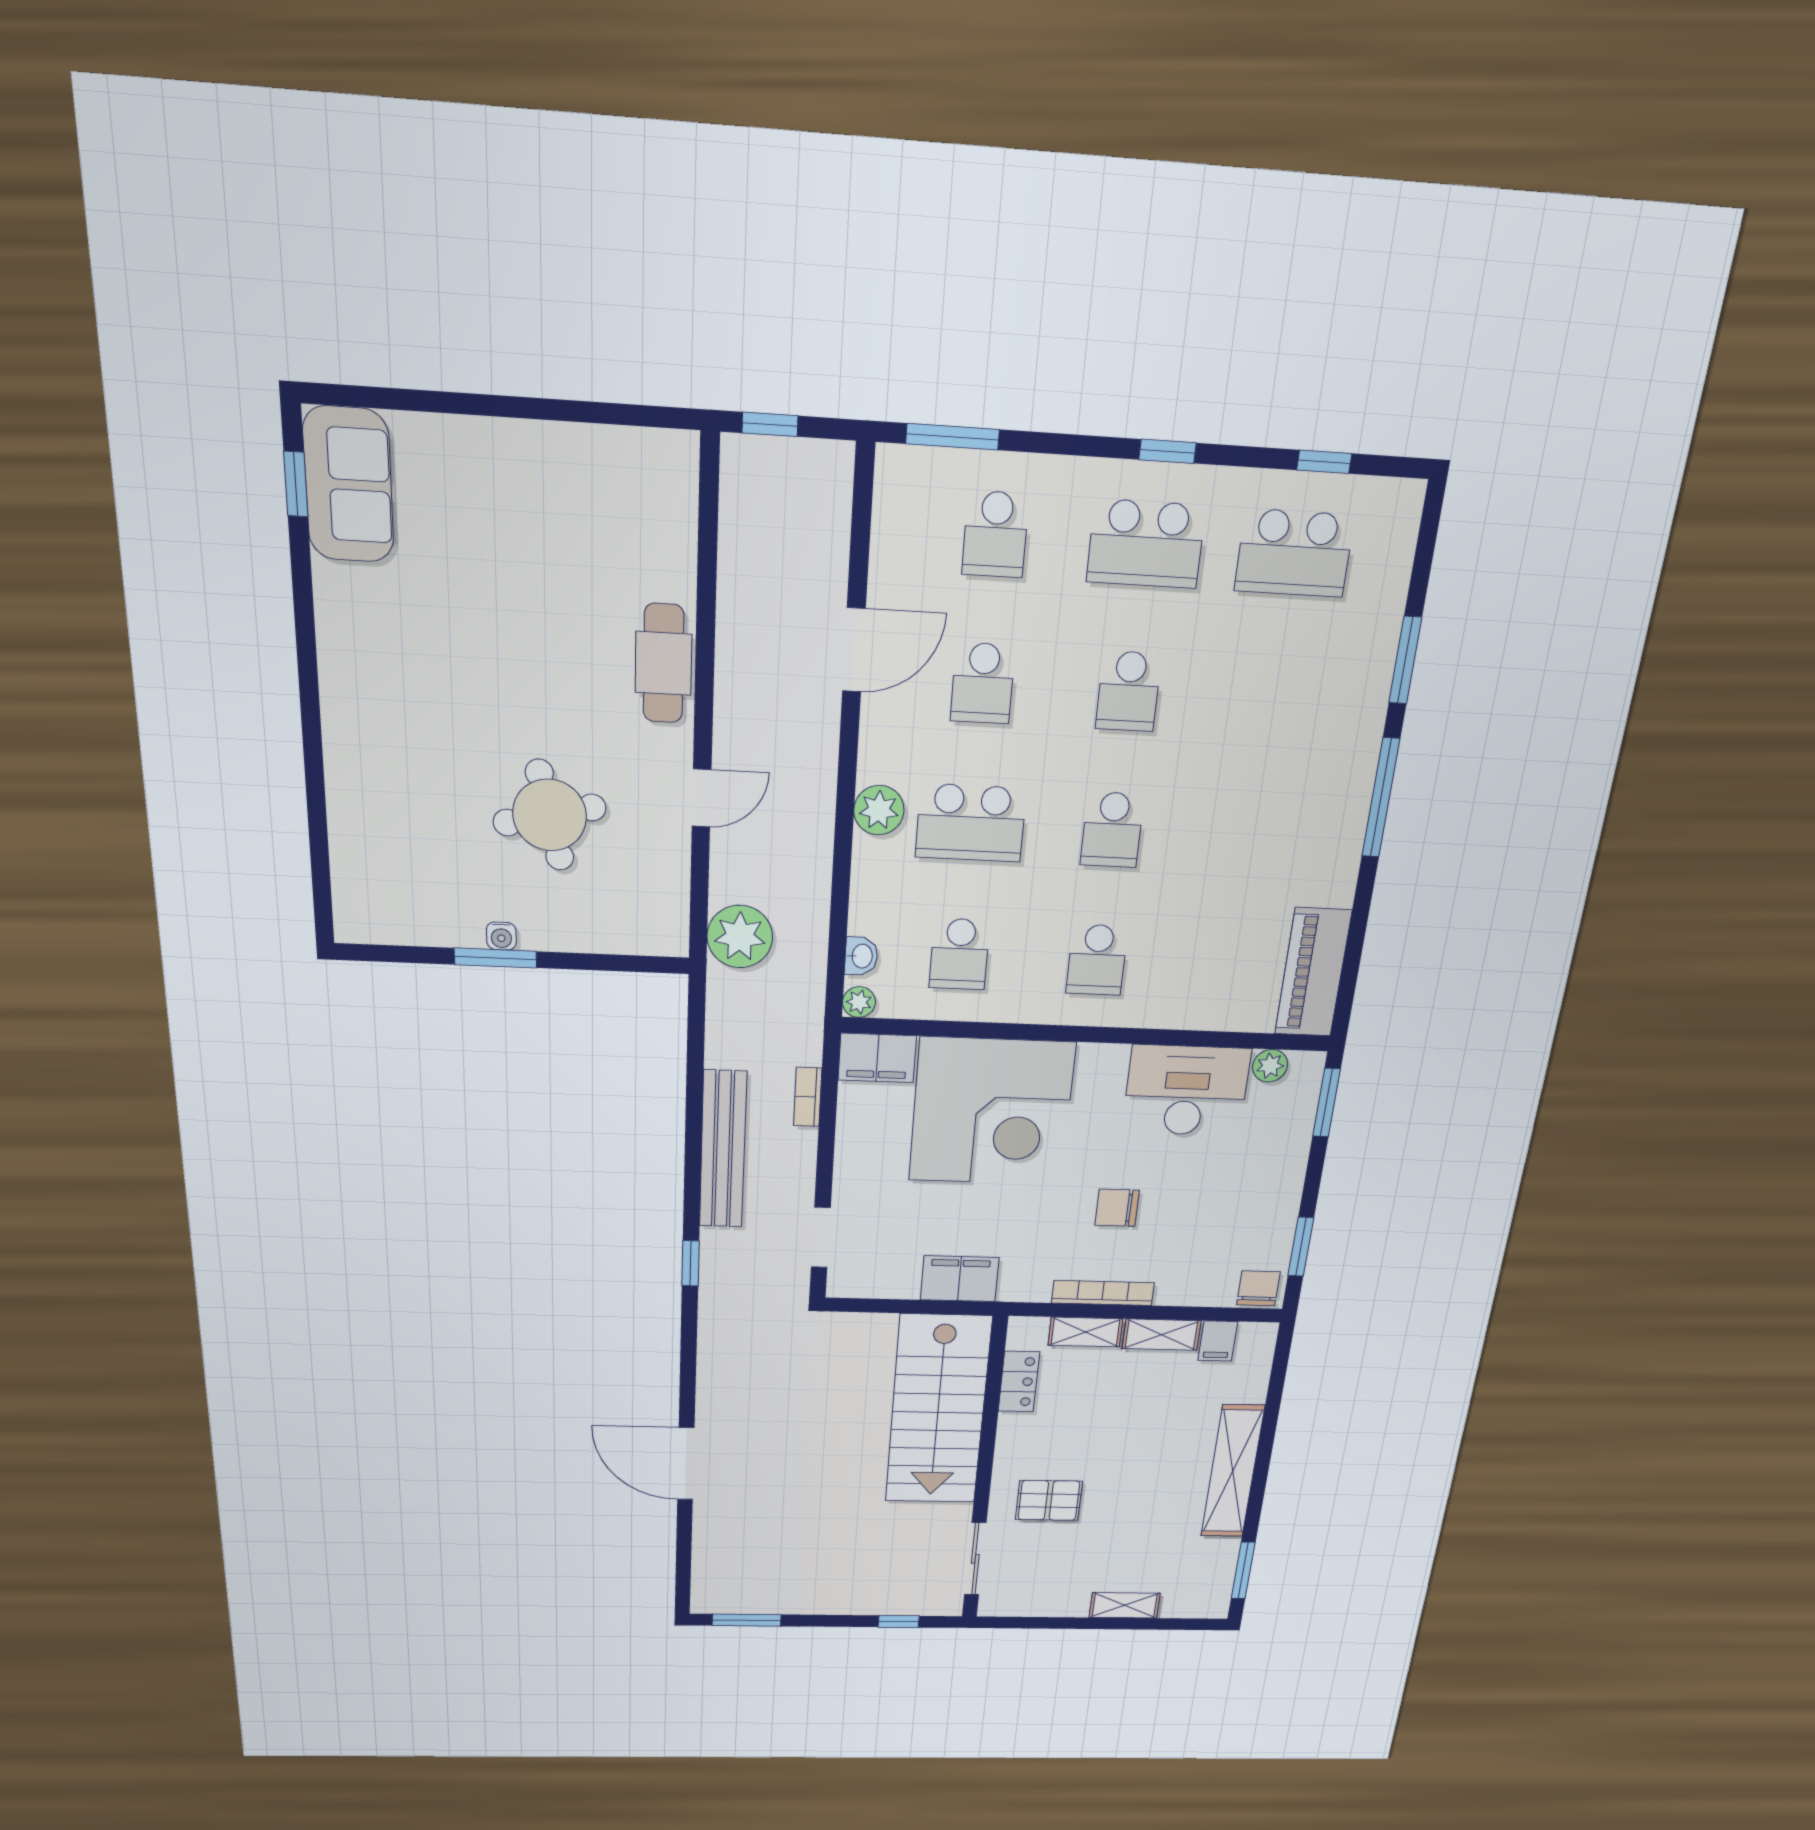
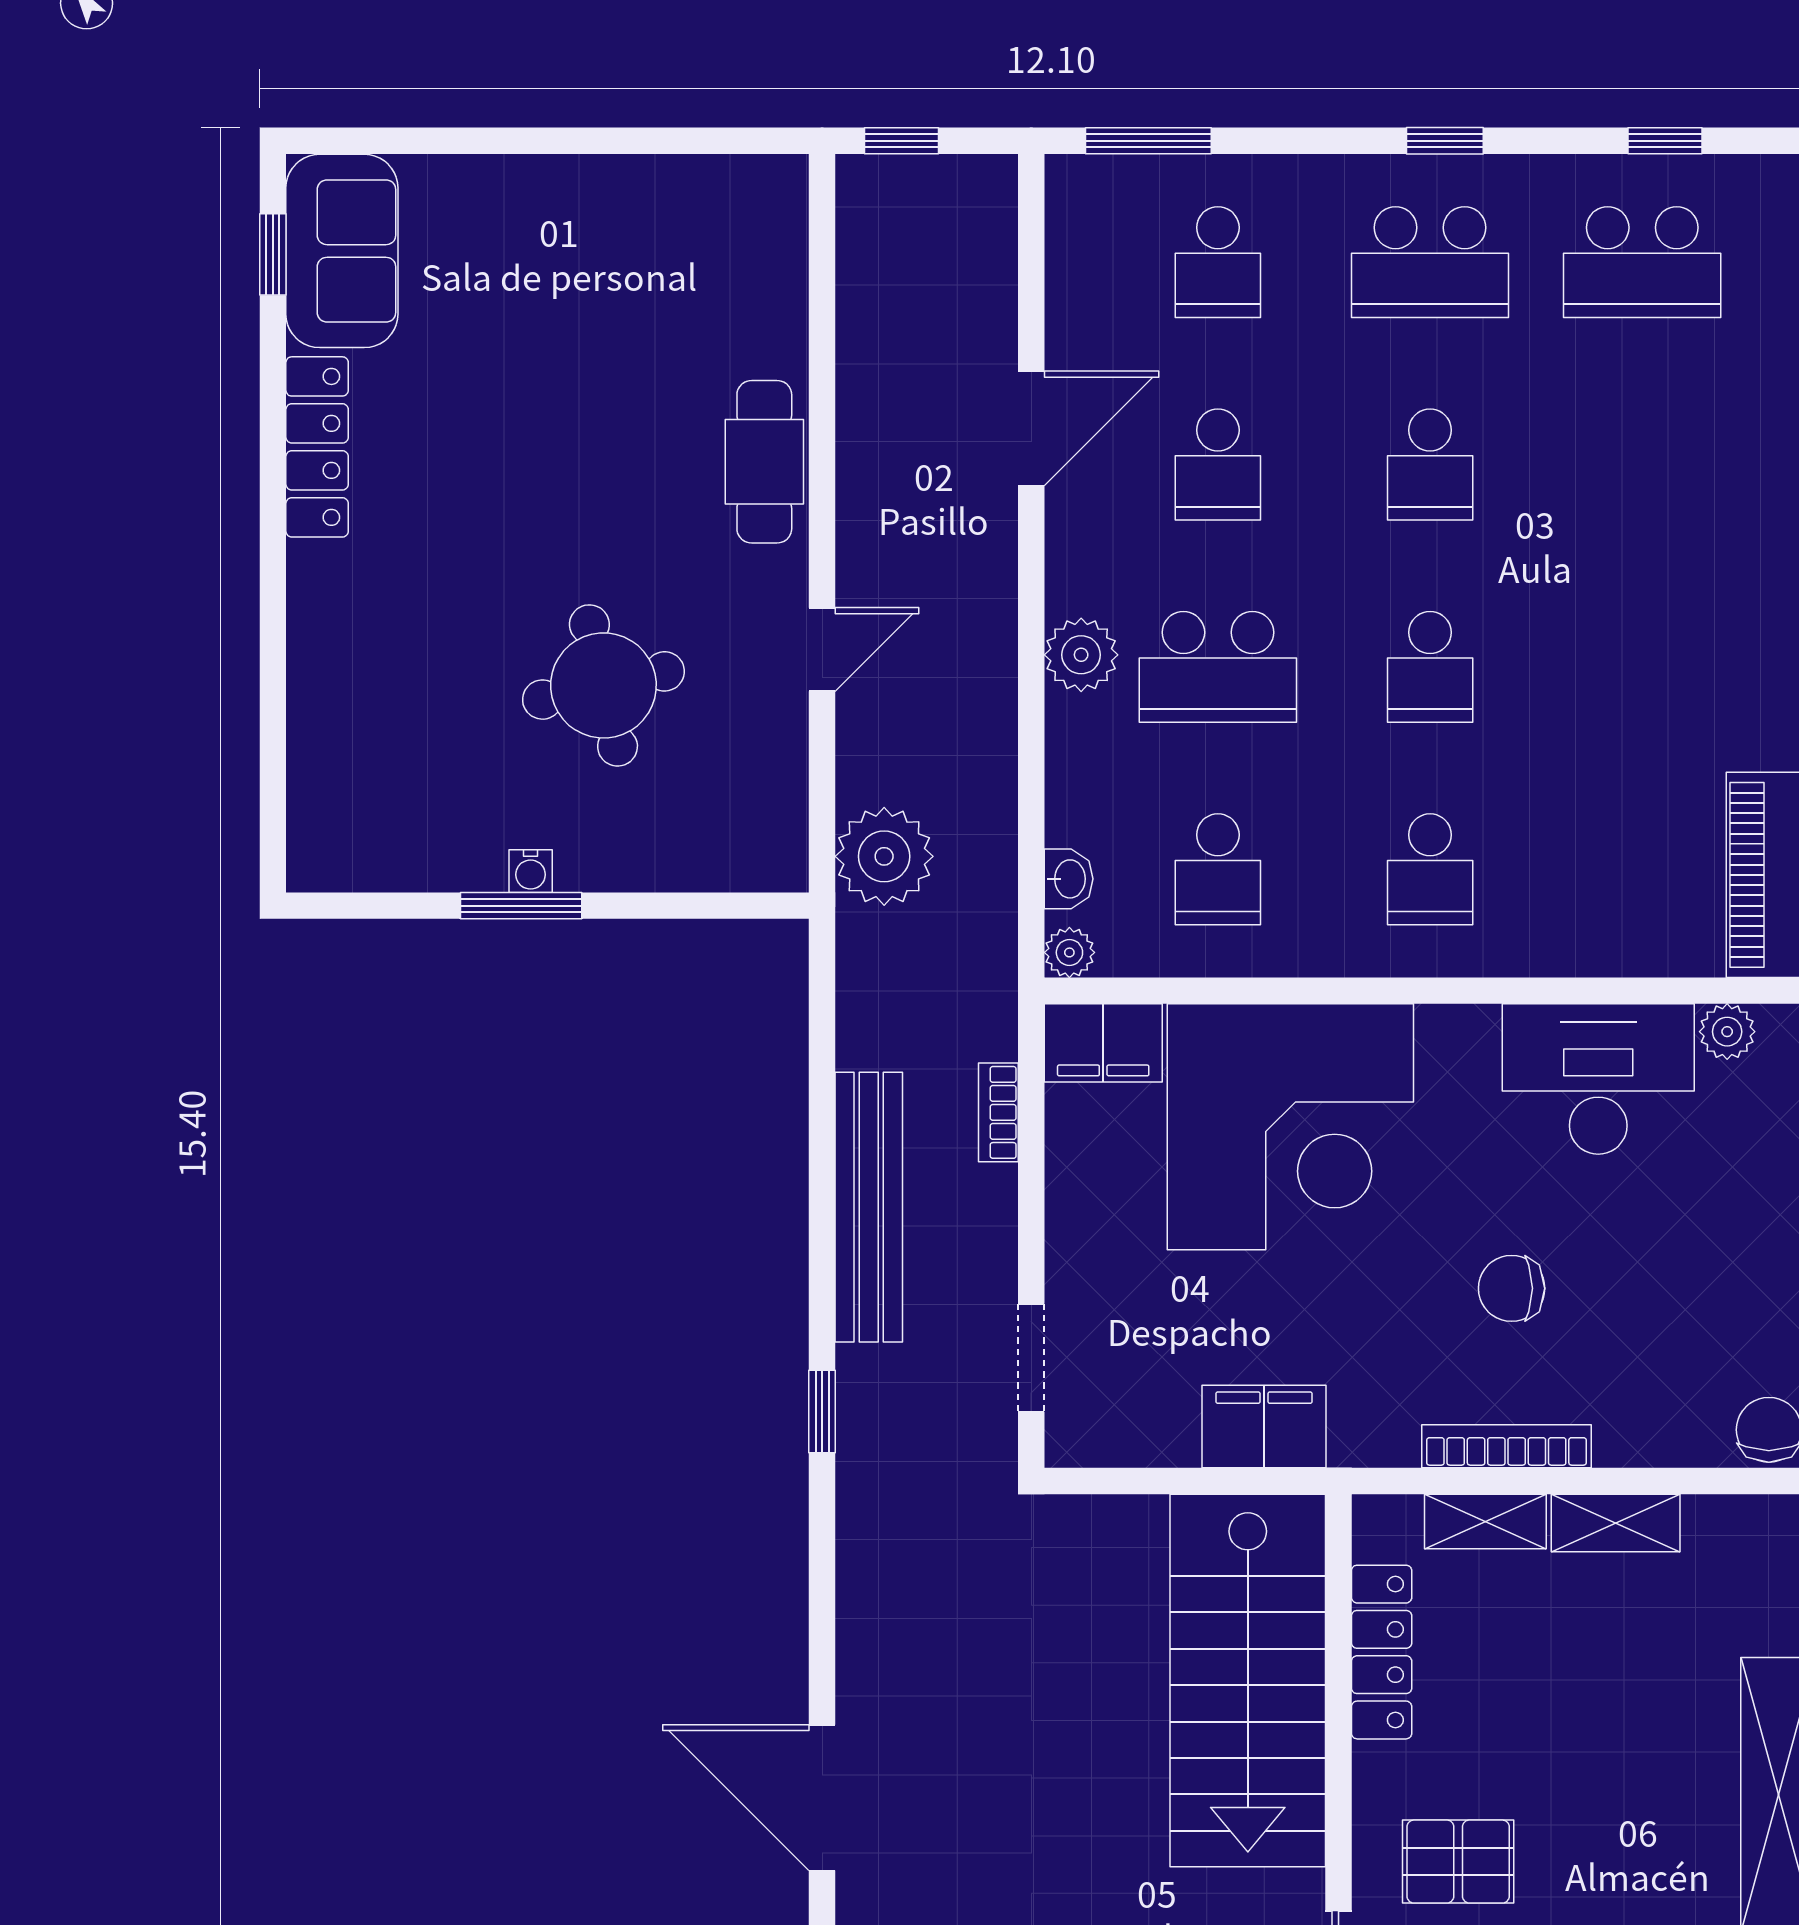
locker: (338, 634) -> (317, 447), added
filing cabinet: (1218, 1341) -> (1714, 1533), removed
locker: (1019, 1382) -> (1382, 1652), width x1.53

